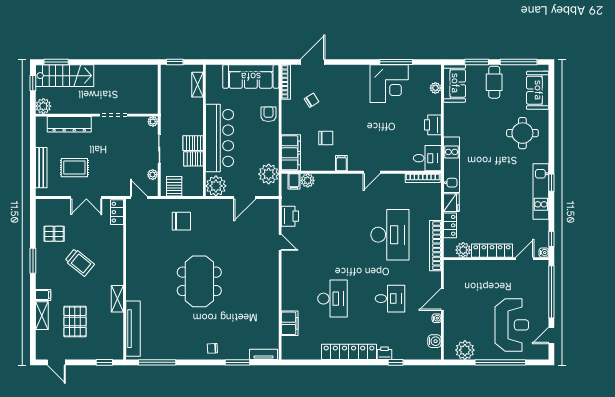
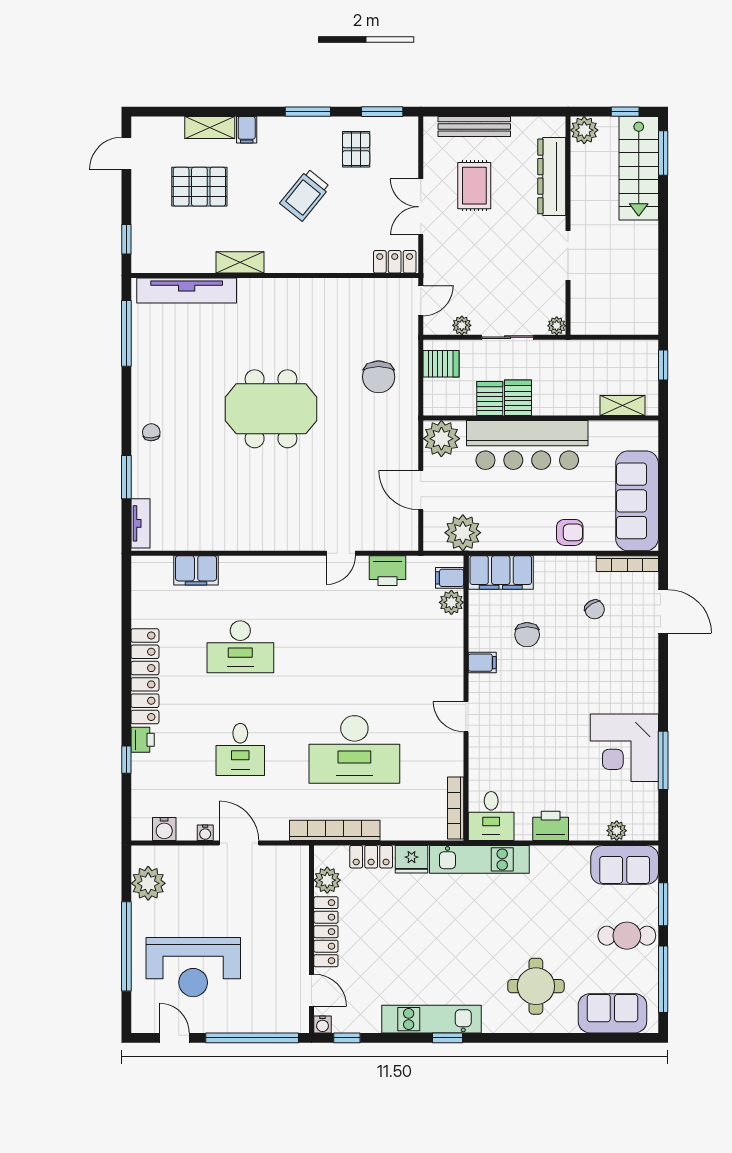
window: (33, 219) -> (382, 112), added

